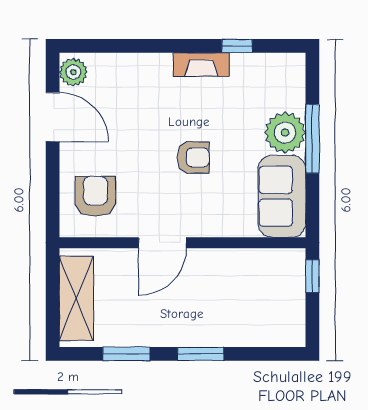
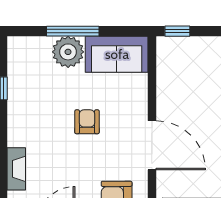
fireplace: (201, 65) -> (16, 169), moved
door: (162, 243) -> (152, 145), width x1.36

